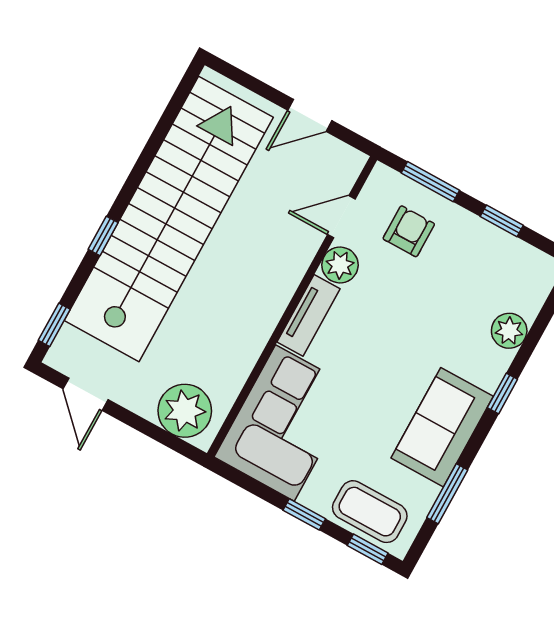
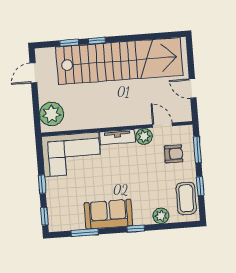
window: (54, 325) -> (69, 43), moved
coffee table: (370, 512) -> (186, 198), moved

